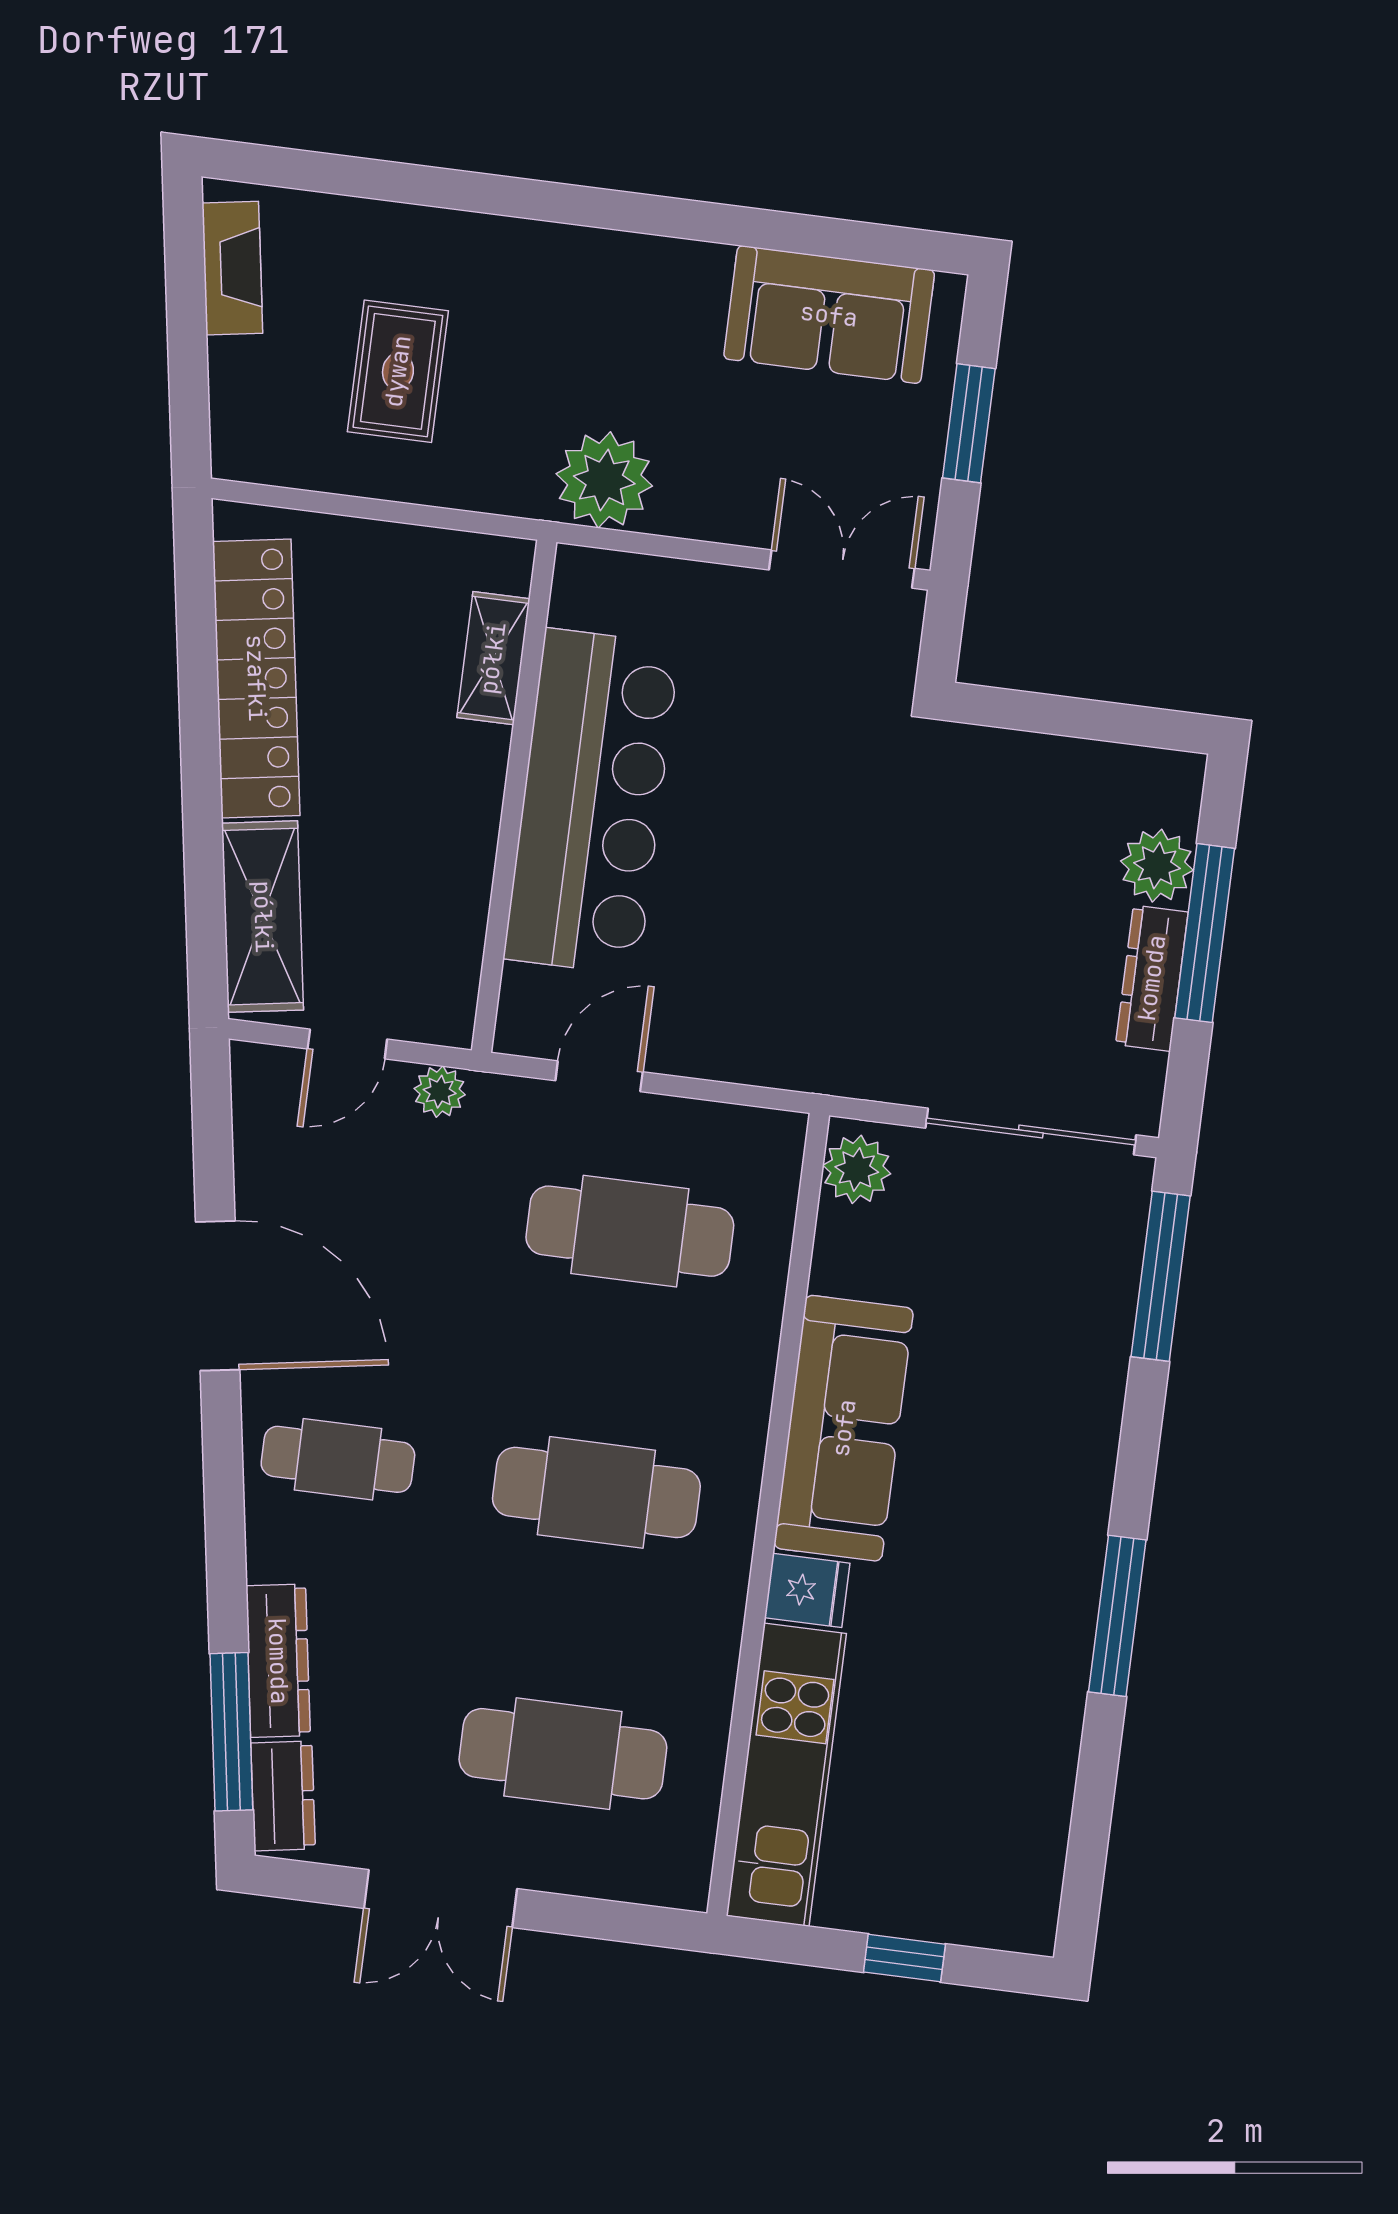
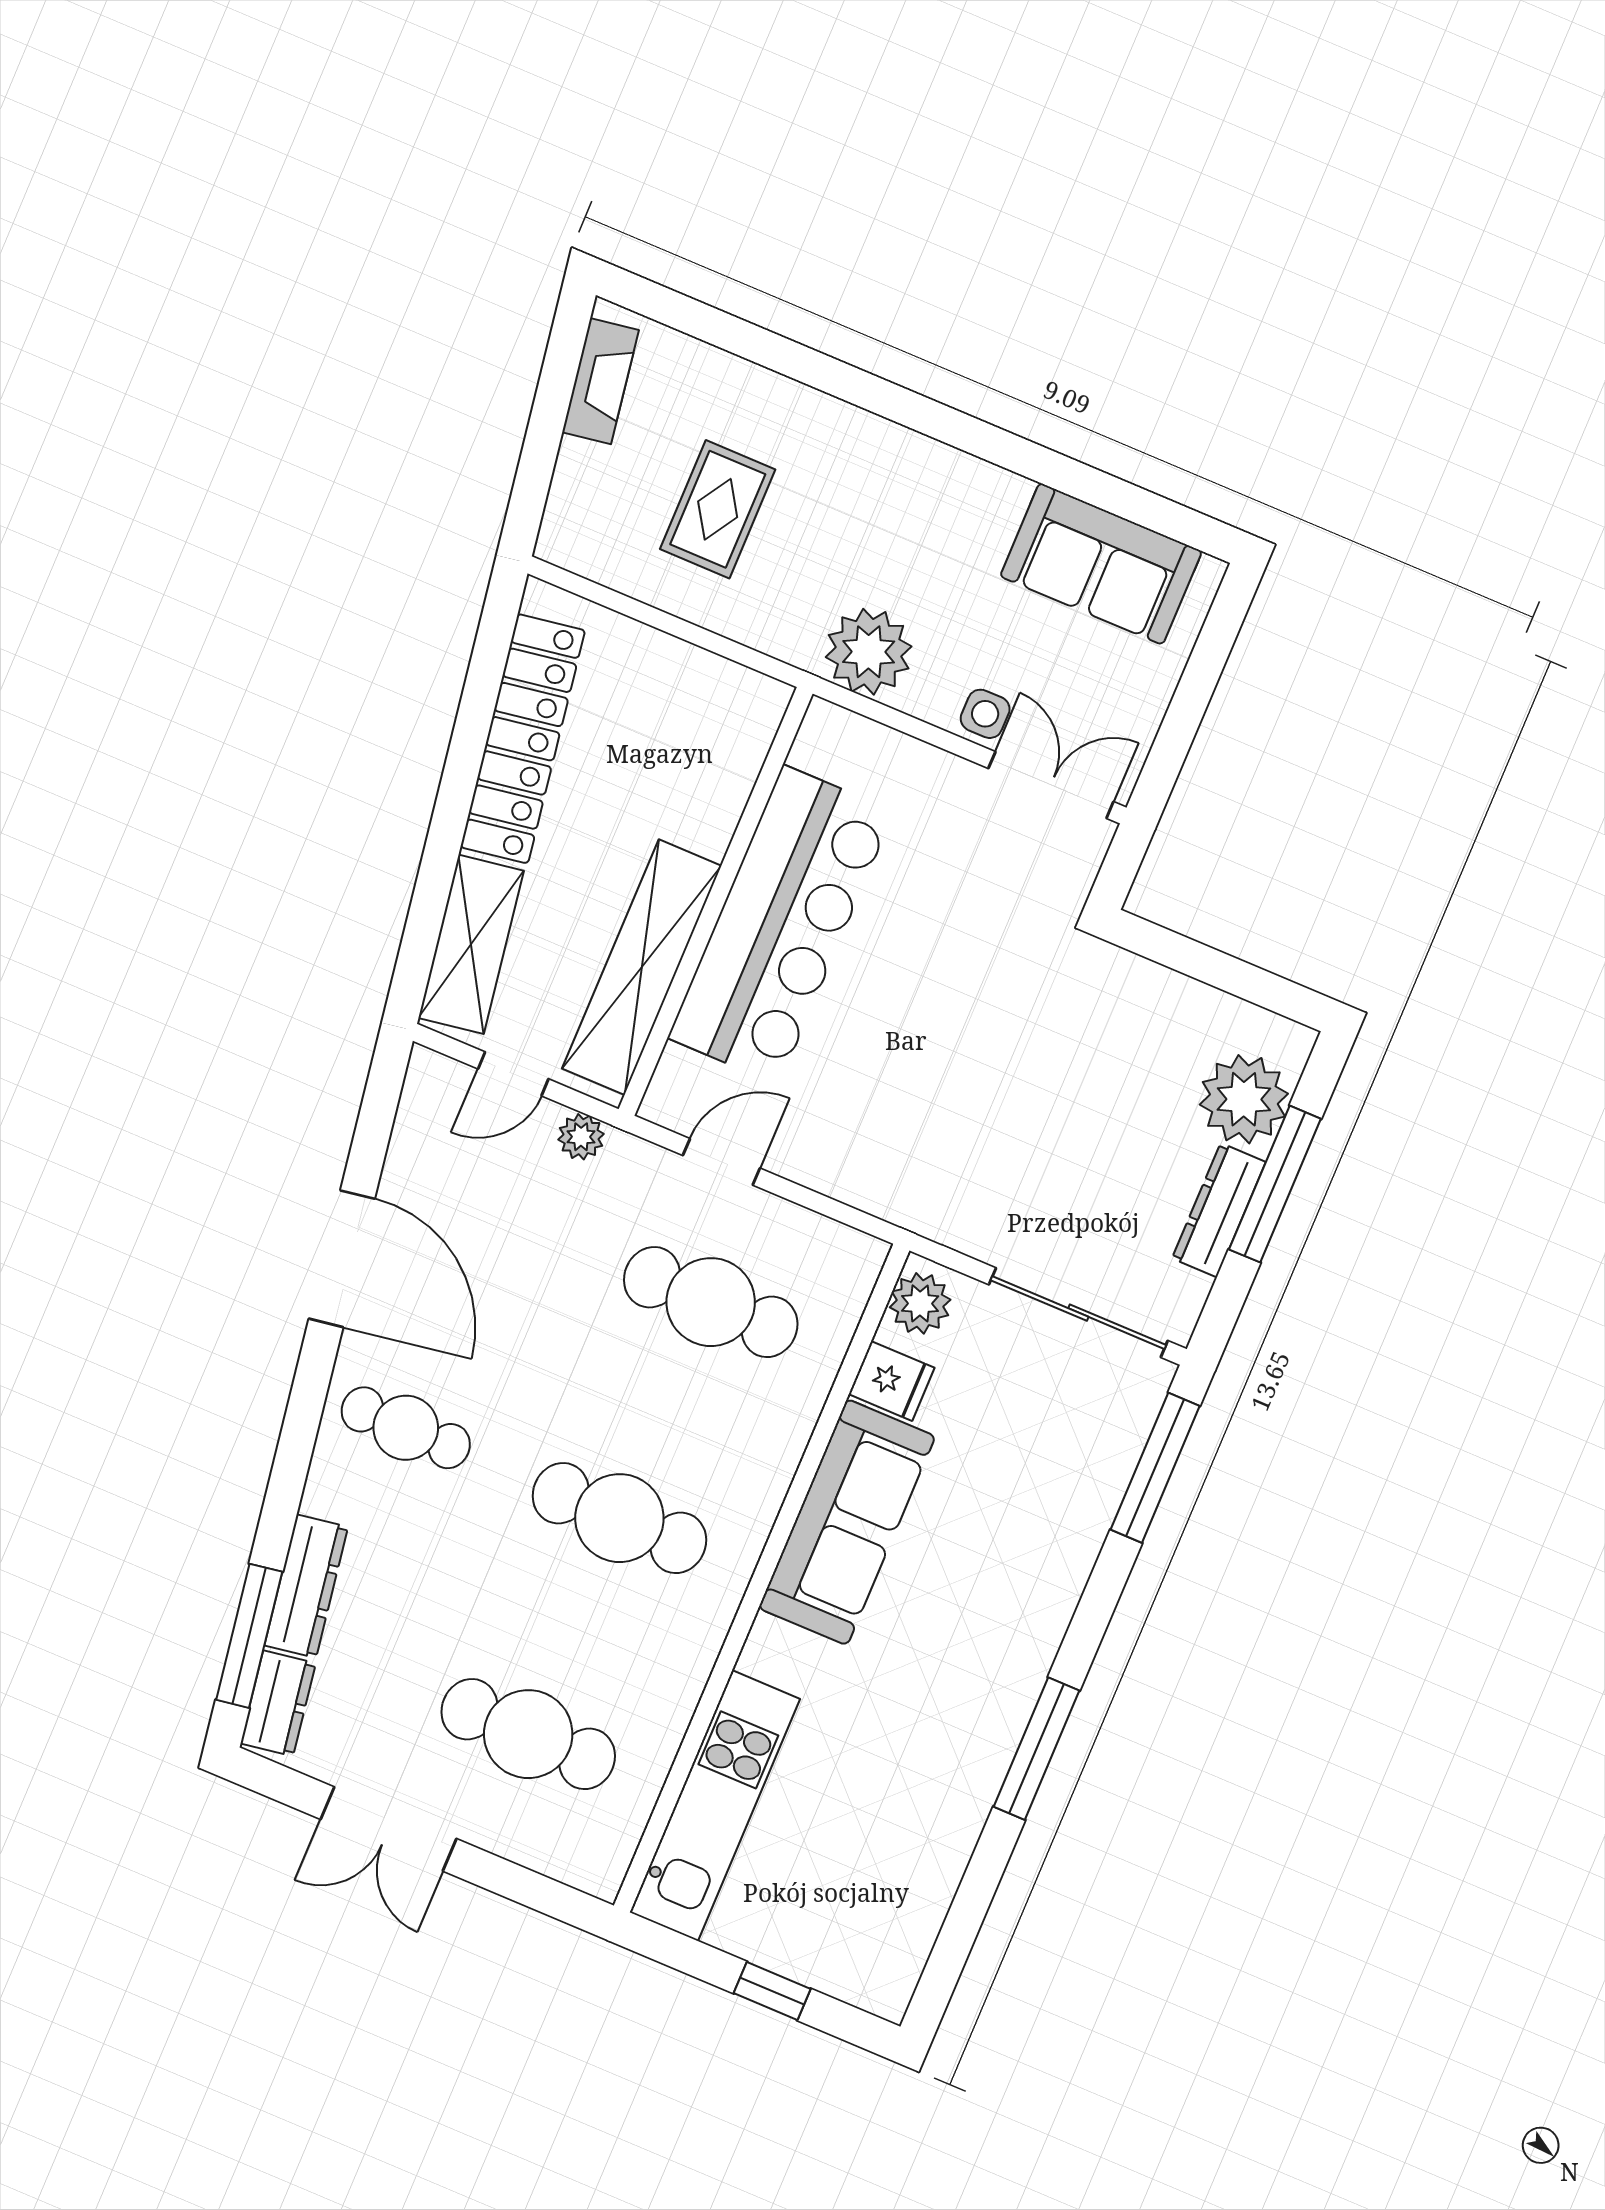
window: (969, 423) -> (1195, 690), removed
side table: (749, 512) -> (985, 714), added
shelving: (493, 658) -> (642, 967), moved, width x2.20, depth x1.33
plant: (1157, 866) -> (1244, 1099), width x1.36, depth x1.36
fridge: (807, 1590) -> (891, 1381), moved

